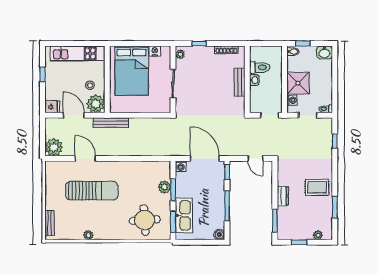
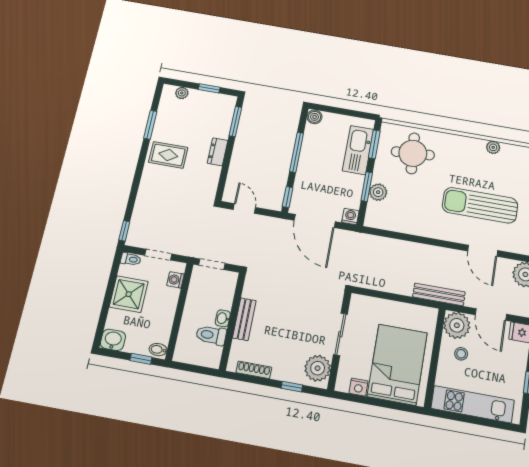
plant: (180, 54) -> (318, 368), width x1.87, depth x1.87
shower: (298, 83) -> (129, 294), moved
window: (335, 141) -> (124, 231), moved

